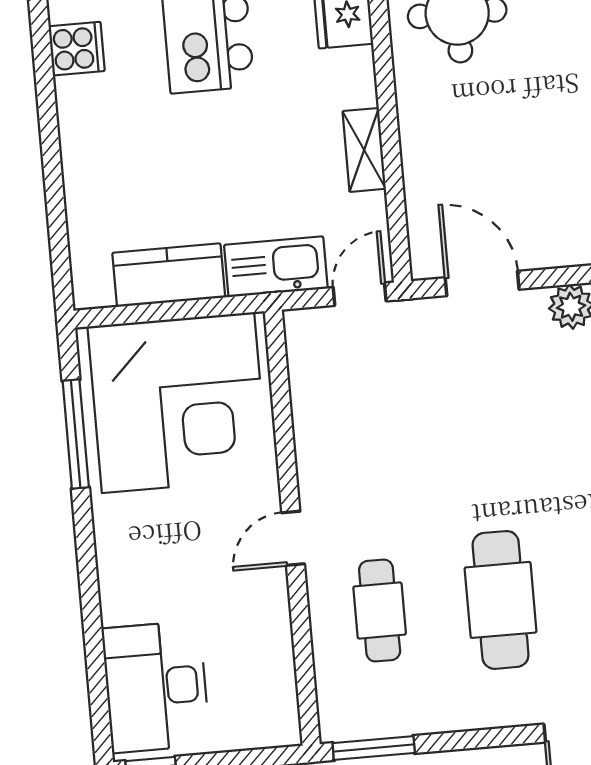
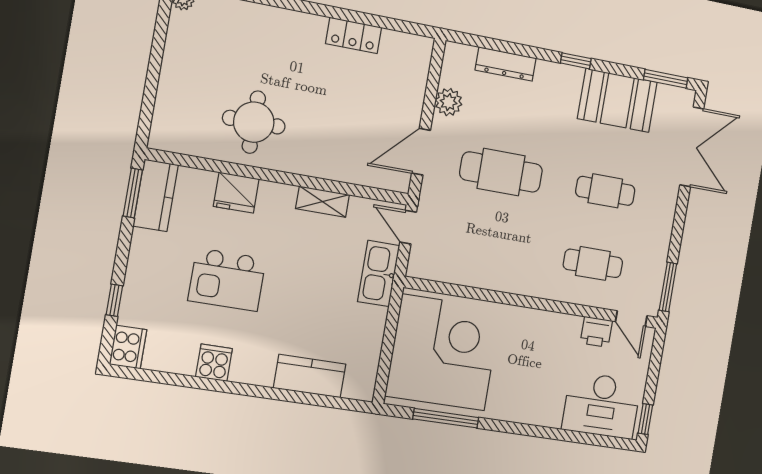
kitchen counter: (169, 275) -> (310, 376), moved, turned 90
cafe table: (485, 420) -> (501, 172), added
door: (293, 538) -> (631, 319), moved
cafe table: (501, 600) -> (605, 191), width x0.73, depth x0.74
printer: (272, 646) -> (596, 332), added

